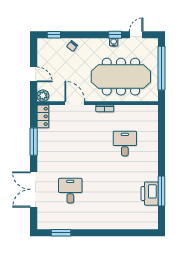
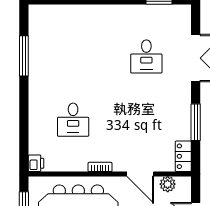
plant: (43, 96) -> (168, 184), moved
printer: (150, 194) -> (36, 163), moved, width x0.53, depth x0.68

